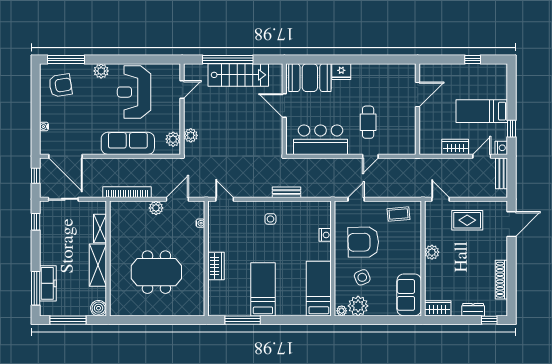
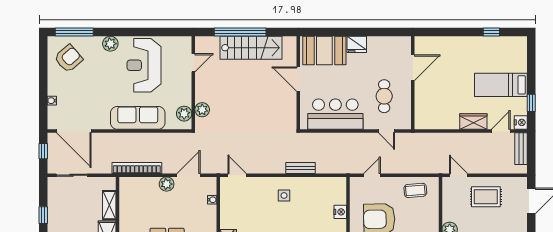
armchair: (60, 85) -> (68, 58), turned -32
door: (418, 94) -> (413, 68), moved
wall: (418, 109) -> (413, 83), moved
door: (370, 156) -> (386, 131), hinge flipped
window: (36, 222) -> (43, 215), moved

